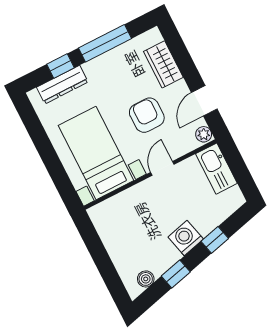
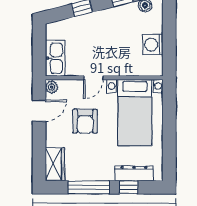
wardrobe: (163, 64) -> (55, 164), moved
washing machine: (186, 238) -> (153, 45), moved, turned 104

